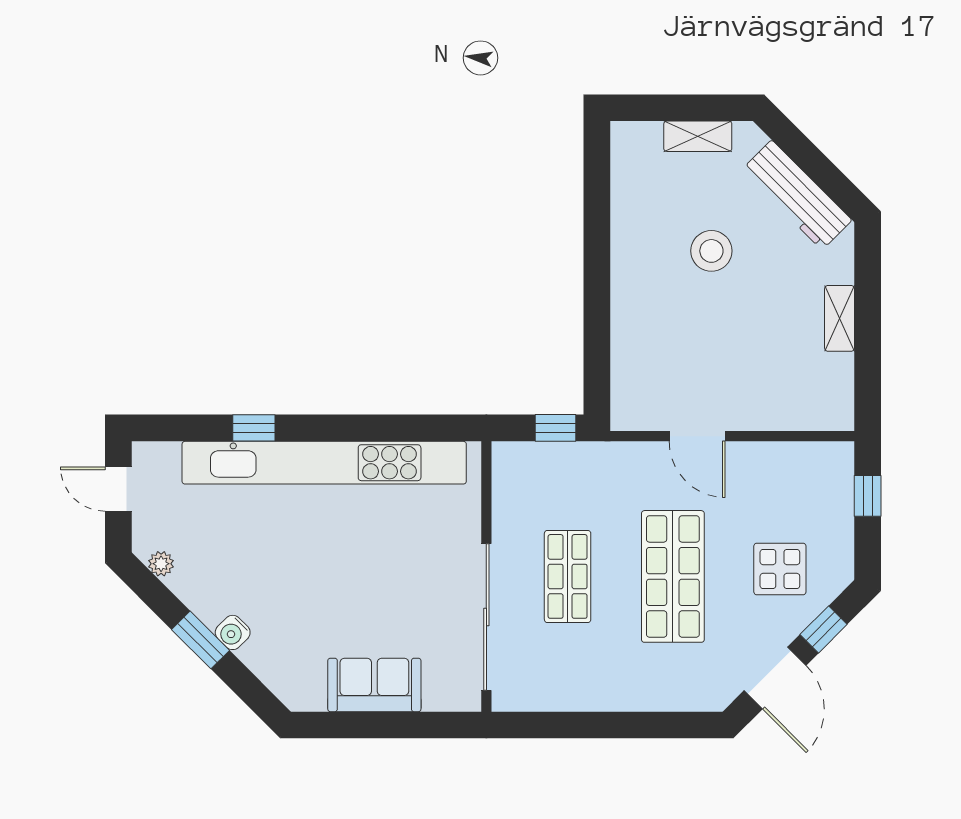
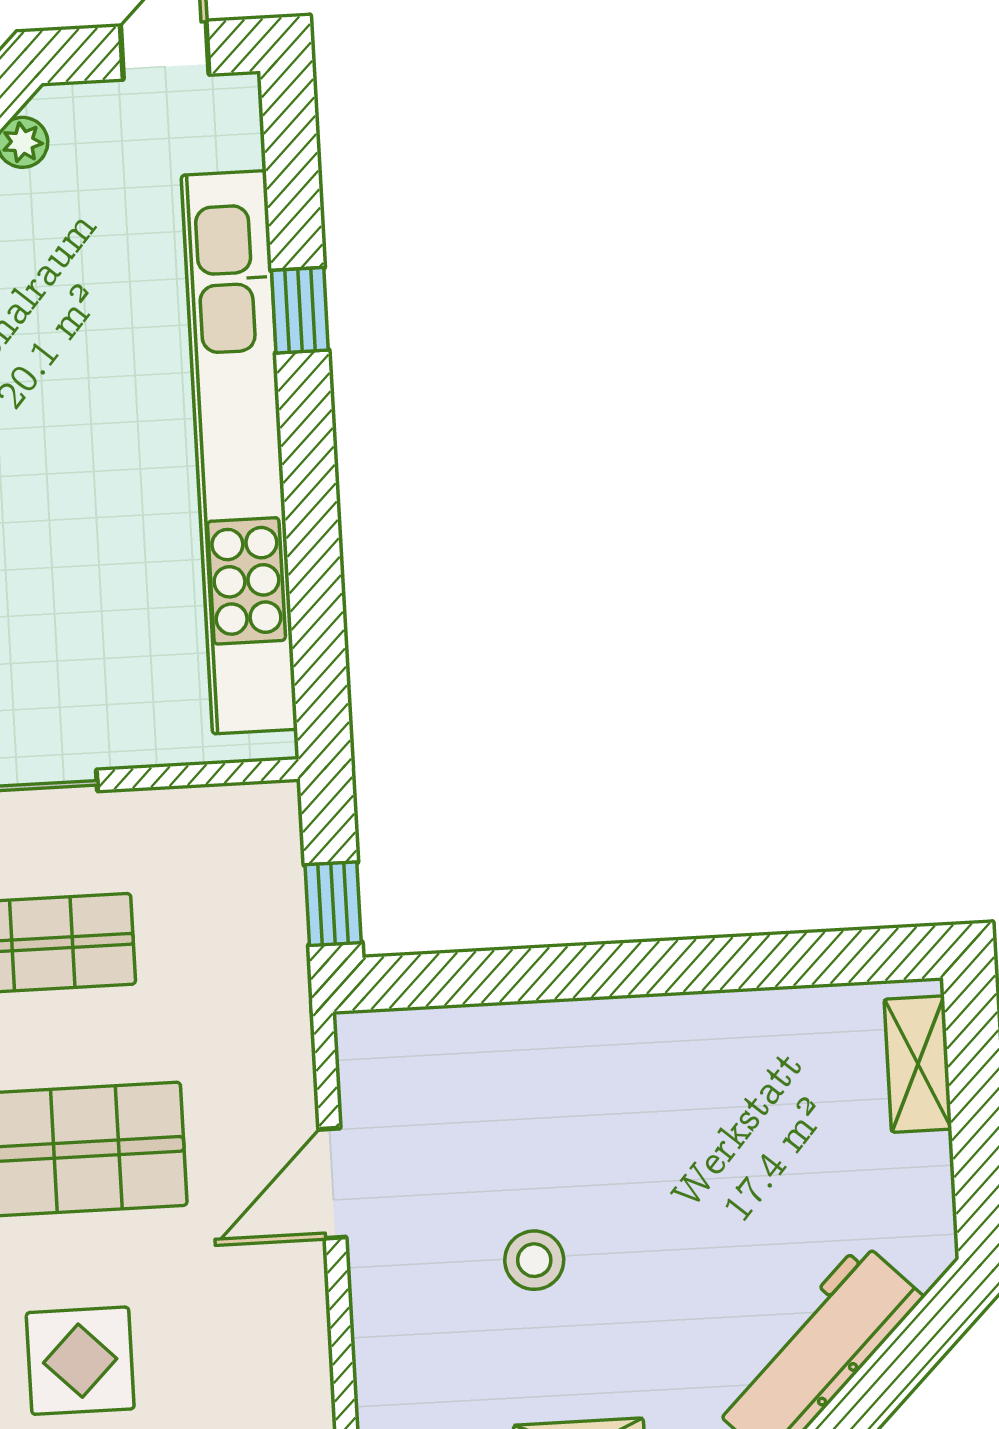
shelving: (698, 136) -> (918, 1064), moved
stool: (711, 251) -> (534, 1260), moved, width x0.73, depth x0.73

